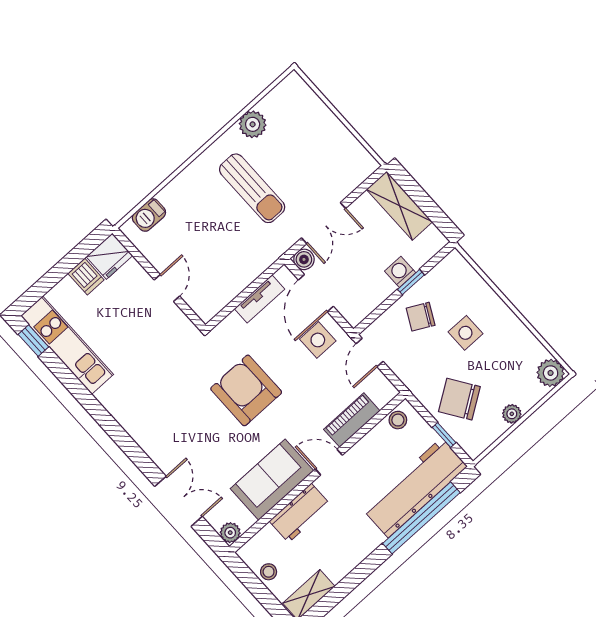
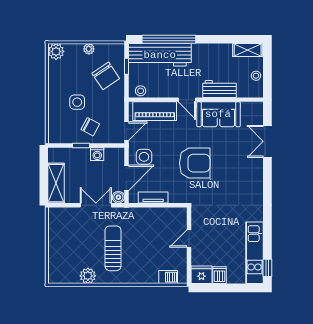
washing machine: (400, 272) -> (97, 154), moved
armchair: (246, 390) -> (195, 163), turned -90
piano: (352, 420) -> (155, 111), width x1.37, depth x1.33
plant: (230, 533) -> (257, 108), removed

